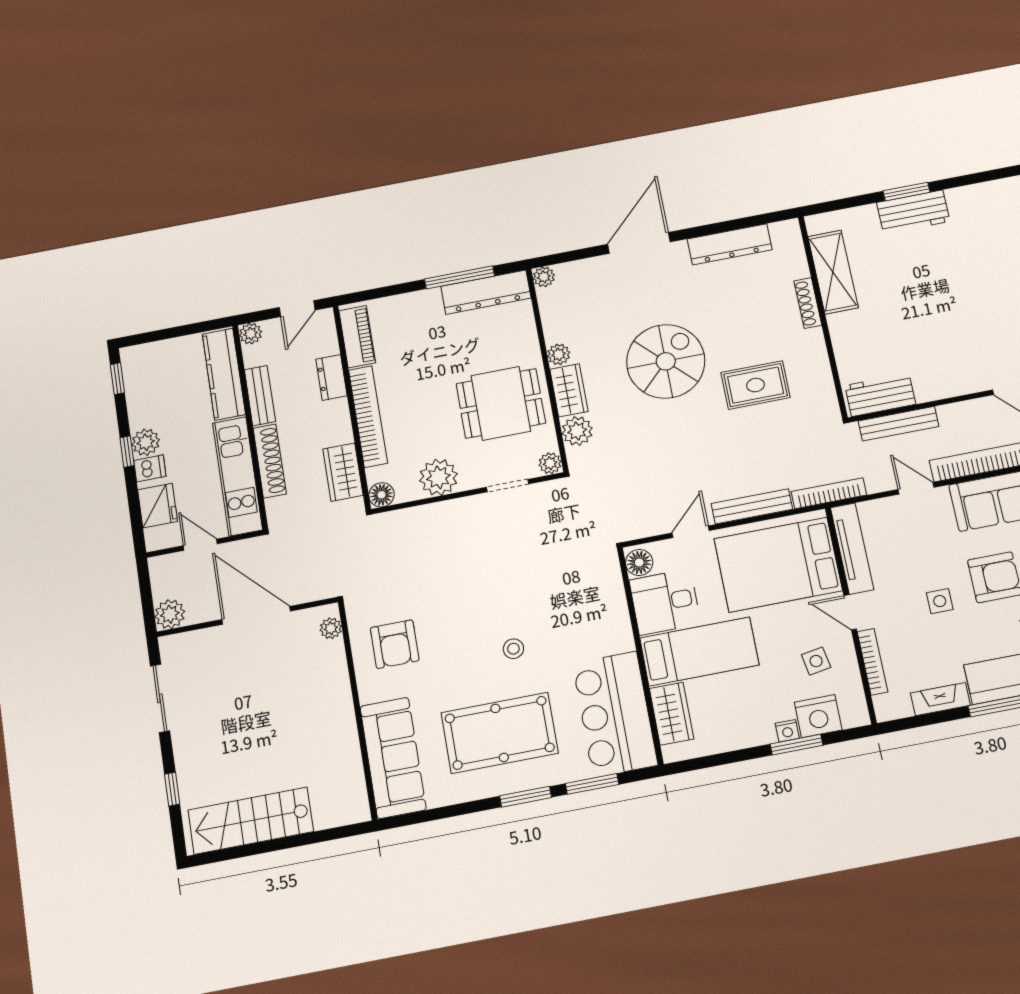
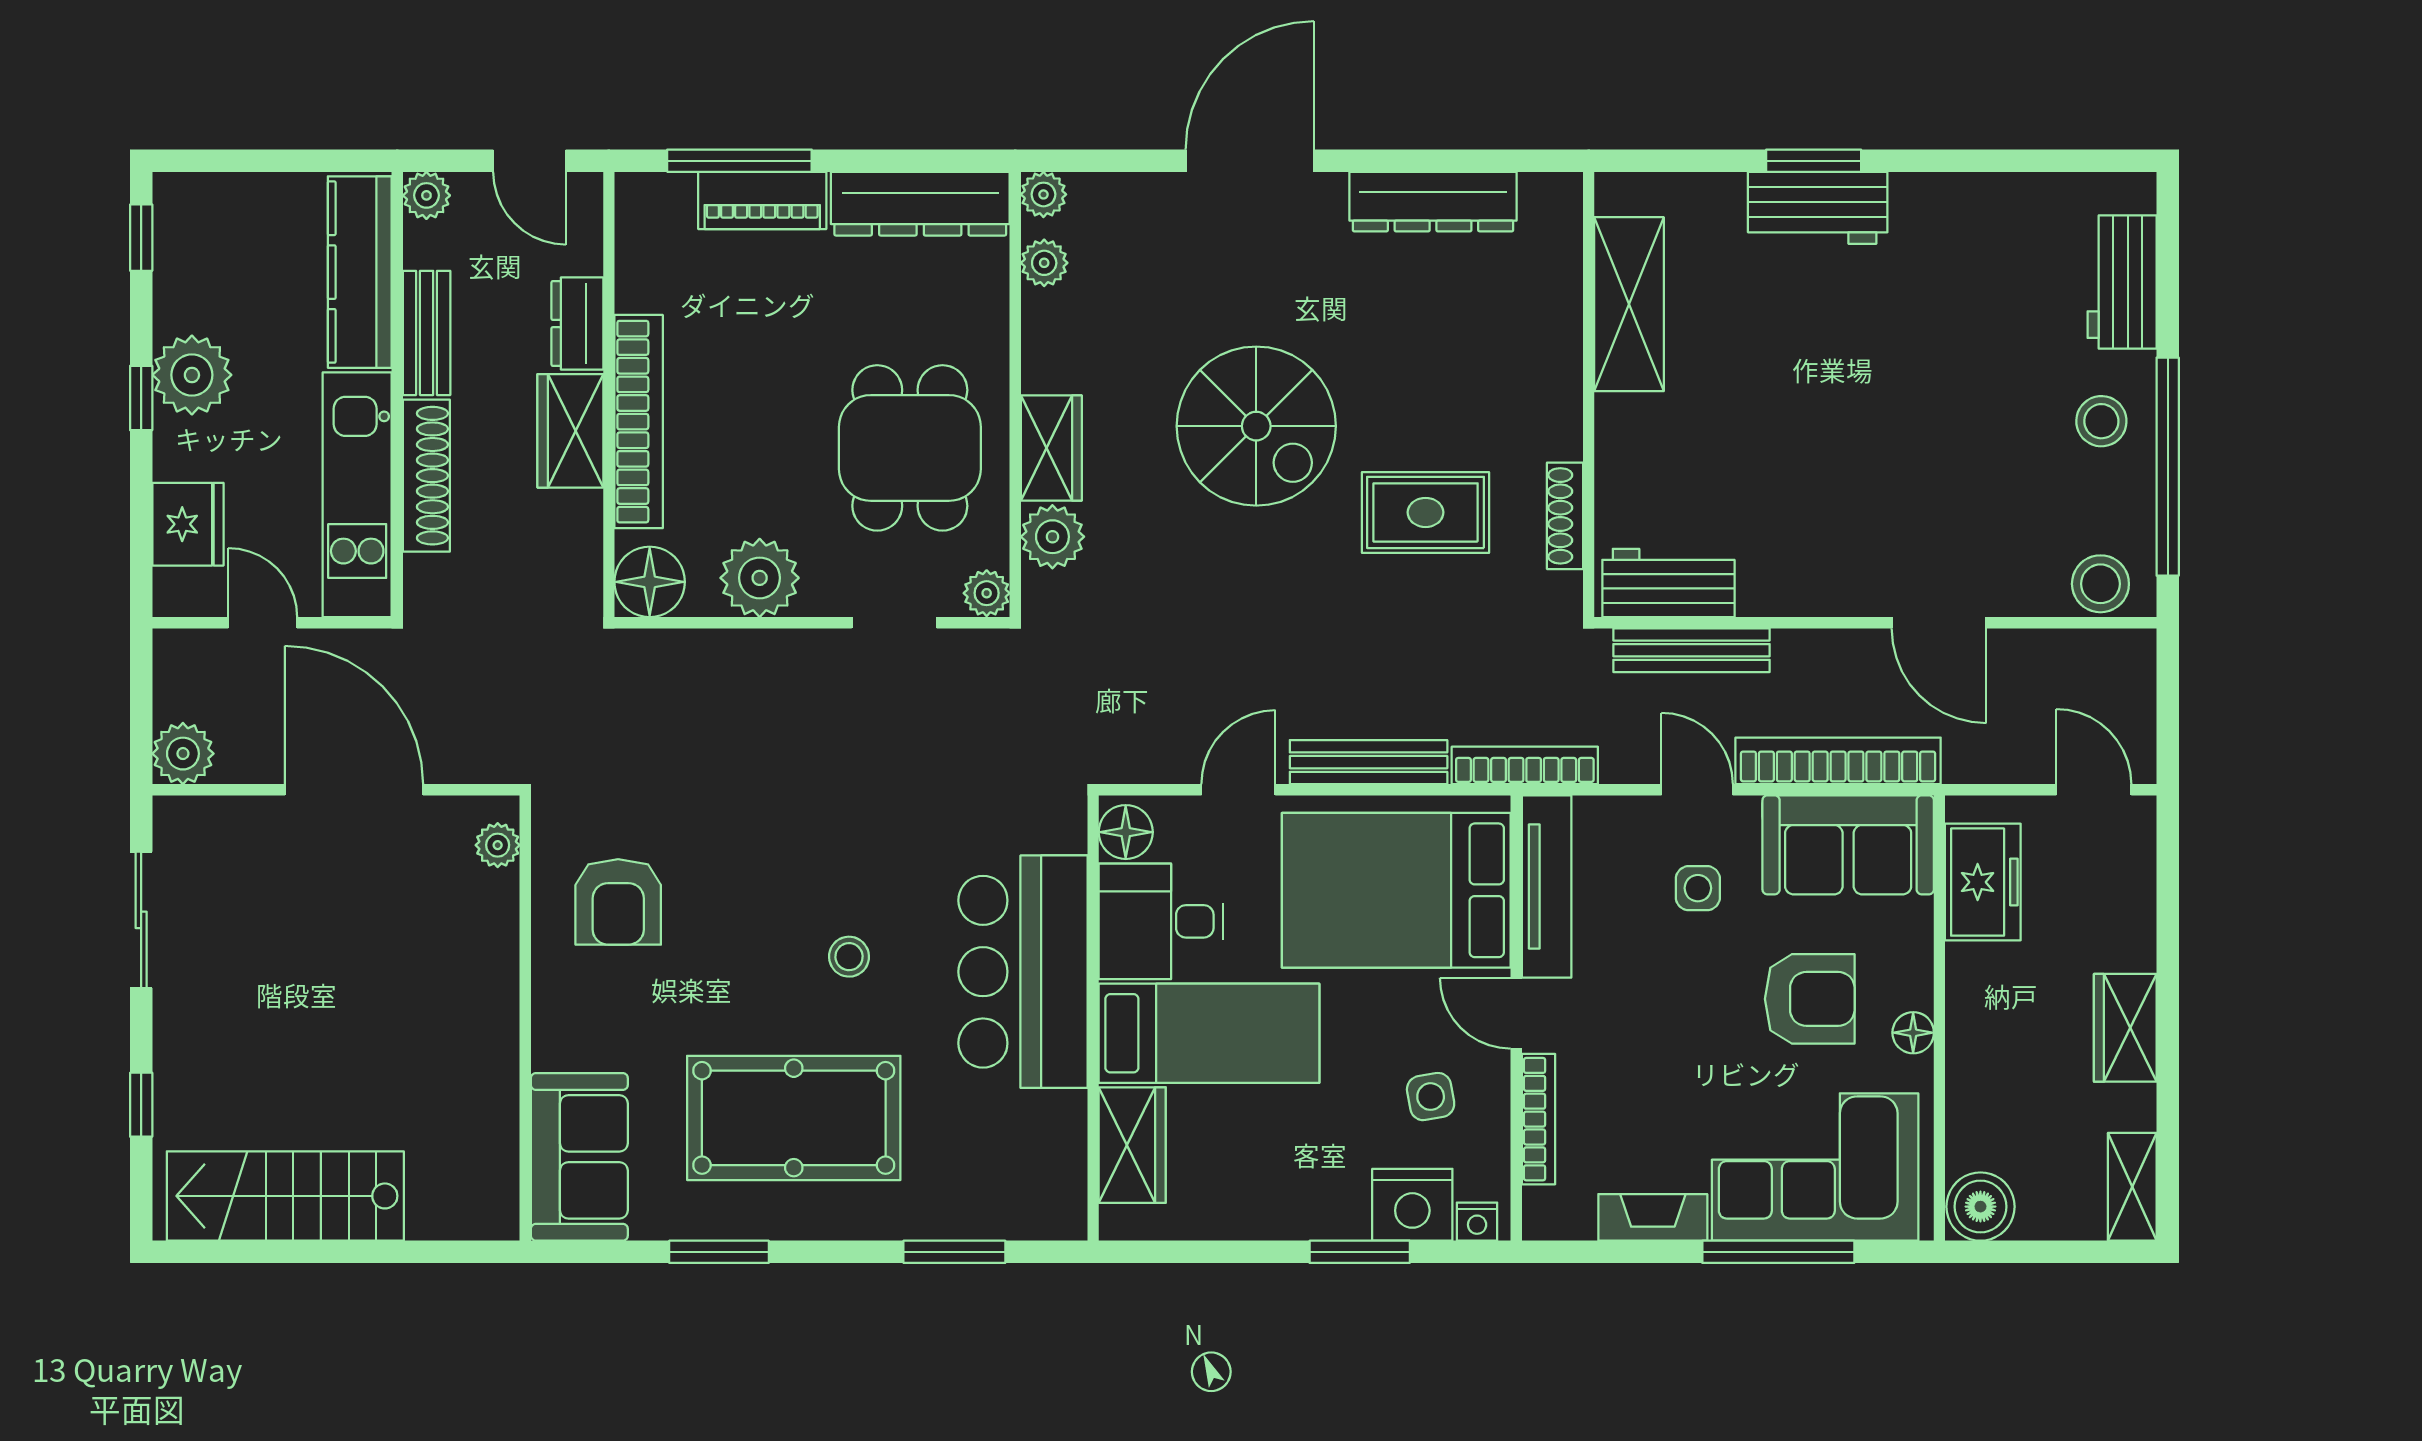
window: (460, 277) -> (739, 161), moved
shoe rack: (808, 303) -> (1565, 516), moved
door: (297, 309) -> (530, 161), hinge flipped
piano: (357, 337) -> (762, 200), moved, turned 90
plant: (559, 354) -> (1044, 263), moved
spiral stairs: (666, 361) -> (1256, 426), turned 90
dining table: (501, 403) -> (910, 448), turned 90
plant: (146, 442) -> (192, 375), width x1.36, depth x1.36
dishwasher: (150, 468) -> (183, 443), removed
wardrobe: (343, 472) -> (570, 431), moved
floor lamp: (382, 495) -> (650, 582), width x1.38, depth x1.38
side table: (940, 601) -> (1698, 888), moved
bar counter: (615, 714) -> (1023, 972), moved
nightstand: (787, 731) -> (1477, 1222), moved
sofa: (393, 758) -> (579, 1157), width x0.73
window: (526, 797) -> (719, 1252), moved

